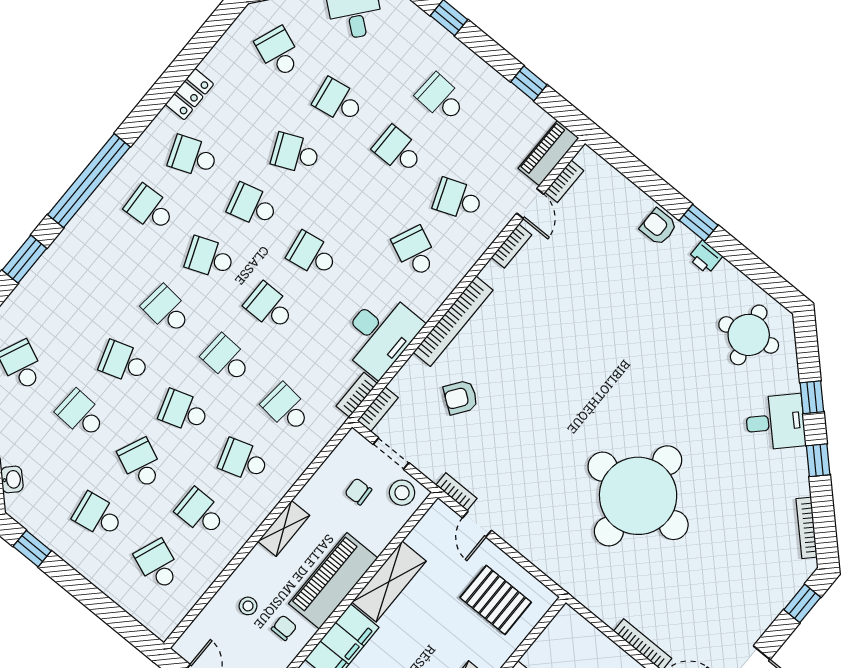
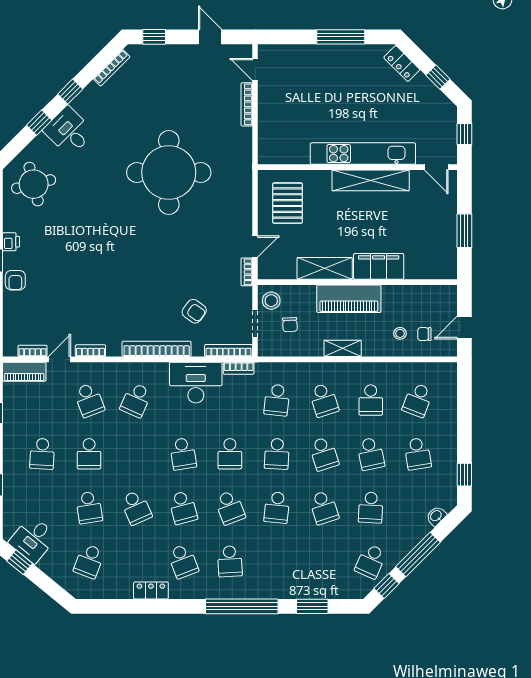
bookcase: (378, 409) -> (228, 351), width x1.56
school desk: (141, 463) -> (371, 454), turned -36
chair: (284, 628) -> (424, 334), moved

